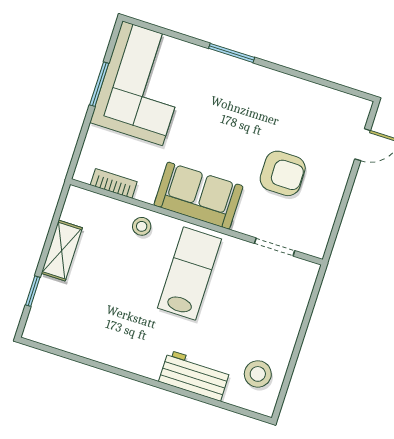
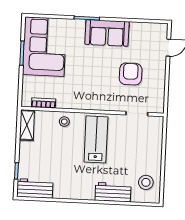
armchair: (283, 173) -> (131, 74), turned -90
sofa: (198, 196) -> (107, 33), moved, turned 180
shelving: (62, 251) -> (27, 125), moved
workbench: (57, 331) -> (35, 188), added

